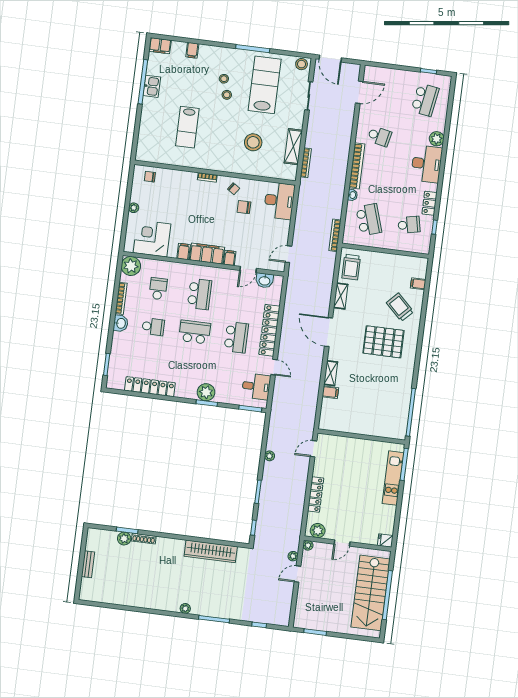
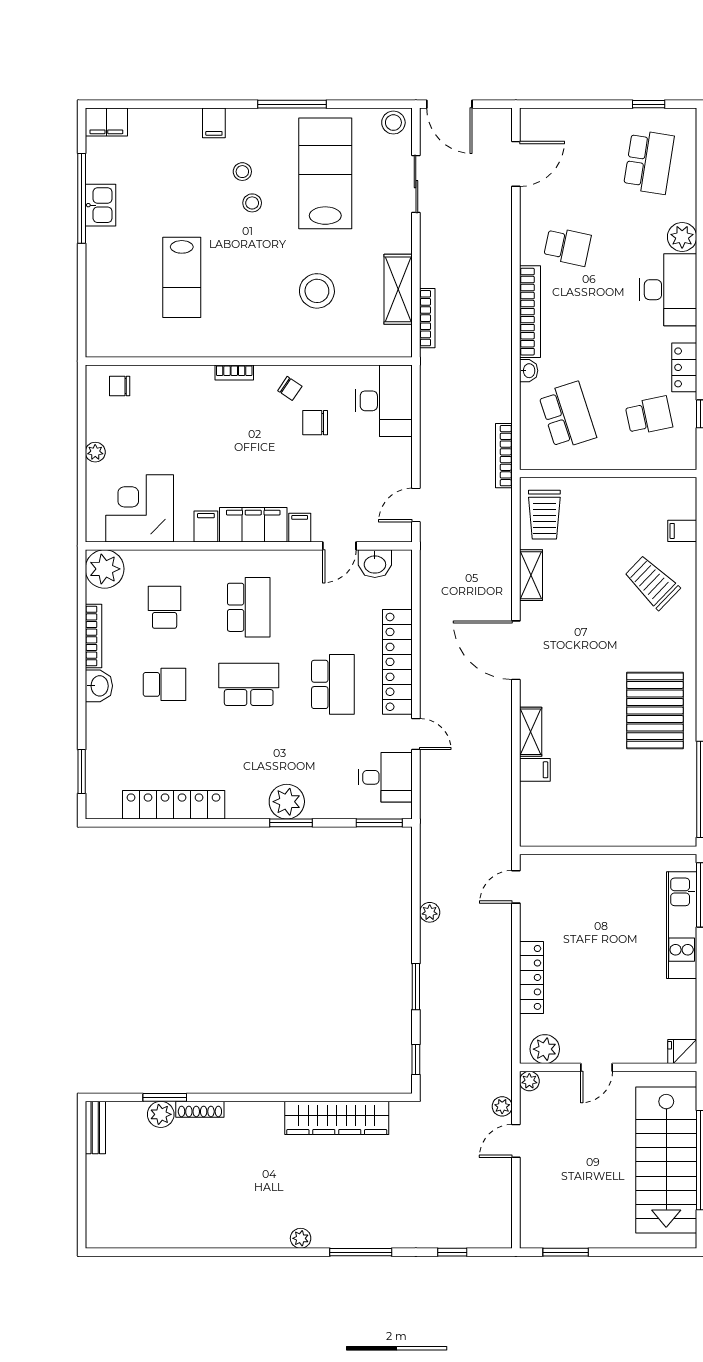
filing cabinet: (192, 50) -> (214, 123), moved
pallet: (383, 342) -> (655, 711), moved, turned 90
bench: (88, 564) -> (95, 1128), moved

